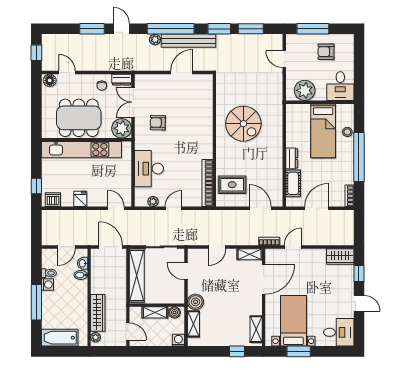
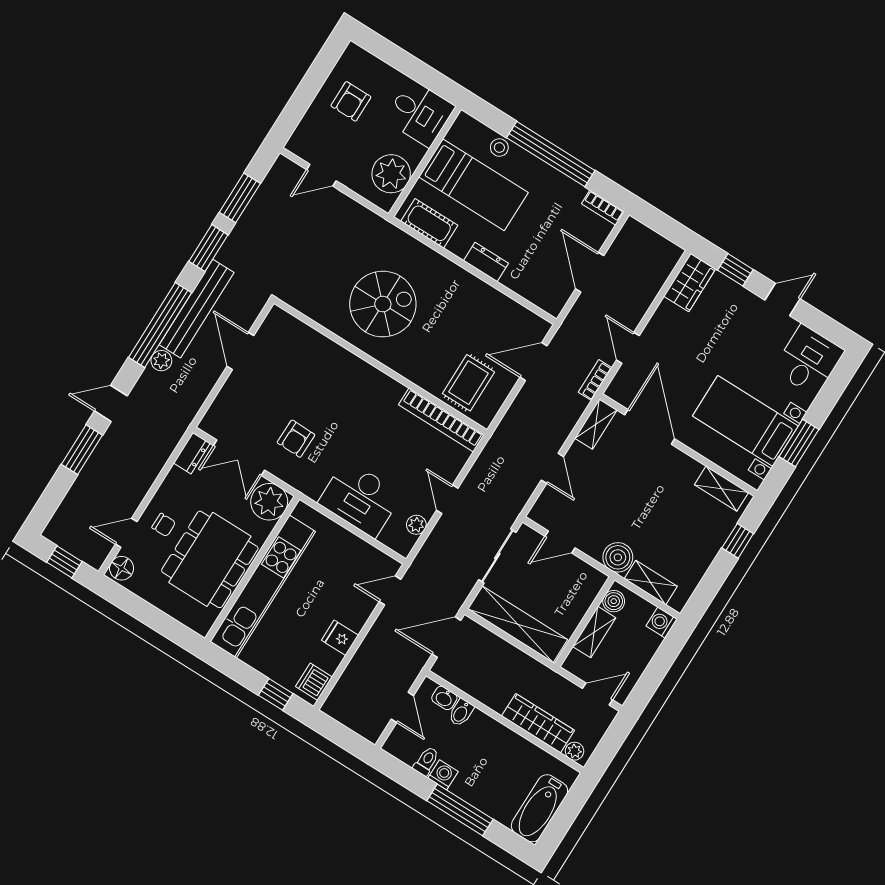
window: (313, 29) -> (302, 99), removed
chair: (102, 86) -> (164, 525), moved
cot: (293, 183) -> (429, 223), moved

